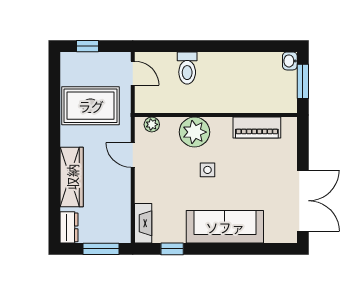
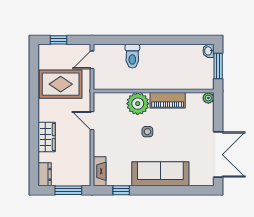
door: (133, 73) -> (92, 60), swing flipped
plant: (152, 124) -> (208, 98), moved
piano: (257, 128) -> (168, 100), moved
wardrobe: (72, 177) -> (47, 137), width x0.67

